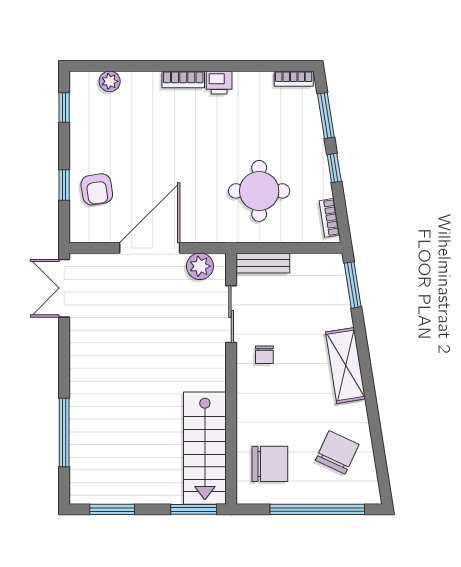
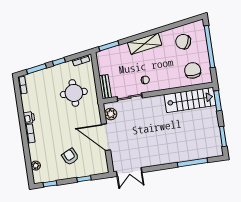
armchair: (97, 189) -> (70, 157), moved, turned -106

